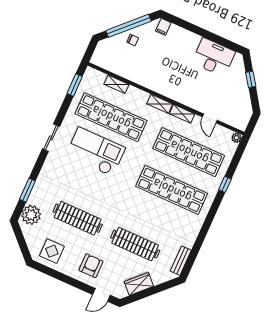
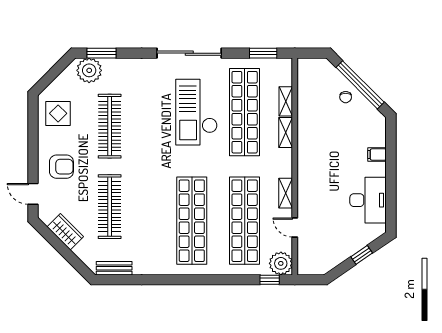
filing cabinet: (163, 27) -> (377, 155), moved
shelving: (160, 104) -> (286, 132), moved
door: (210, 118) -> (295, 228), hinge flipped
sliding door: (51, 138) -> (189, 53), width x1.86
plant: (236, 138) -> (281, 263), width x1.88, depth x1.88
checkout: (96, 152) -> (196, 112), turned 180
window: (225, 184) -> (270, 280), moved
window: (27, 190) -> (102, 53), moved

